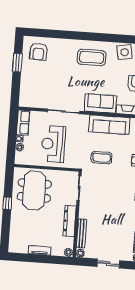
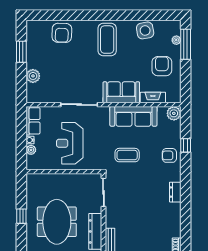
armchair: (39, 52) -> (62, 33), moved
coffee table: (92, 58) -> (107, 40), turned 90
plant: (26, 84) -> (33, 76), added
meeting table: (34, 190) -> (57, 222), moved

